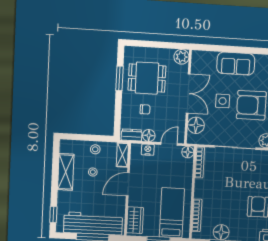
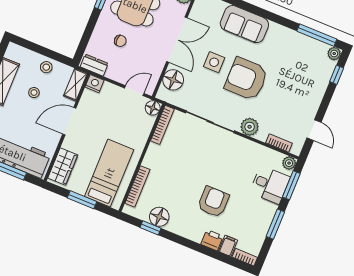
floor lamp: (149, 135) -> (114, 73), removed
nightstand: (148, 150) -> (95, 84), moved

